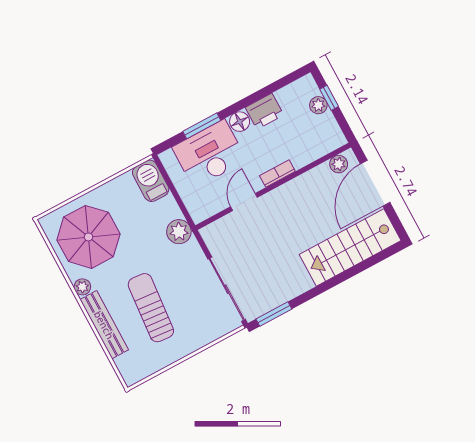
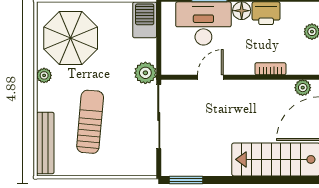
bookcase: (277, 173) -> (270, 69), moved
sliding door: (227, 289) -> (159, 117), moved
bench: (104, 325) -> (45, 143), moved

